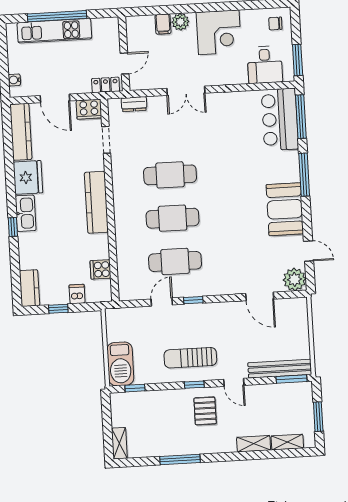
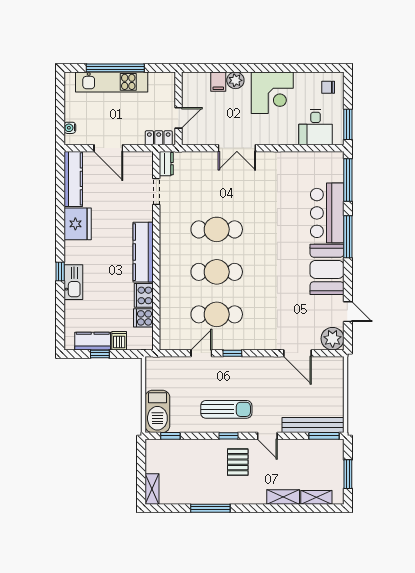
dresser: (134, 104) -> (166, 164), moved, turned -90
cooker: (89, 109) -> (144, 295), moved, turned 90
bar counter: (280, 119) -> (327, 213), moved
kitchen sink: (26, 213) -> (73, 282), moved
kitchen counter: (30, 288) -> (93, 341), moved, turned -90
sun lounger: (190, 358) -> (226, 409), turned 180

